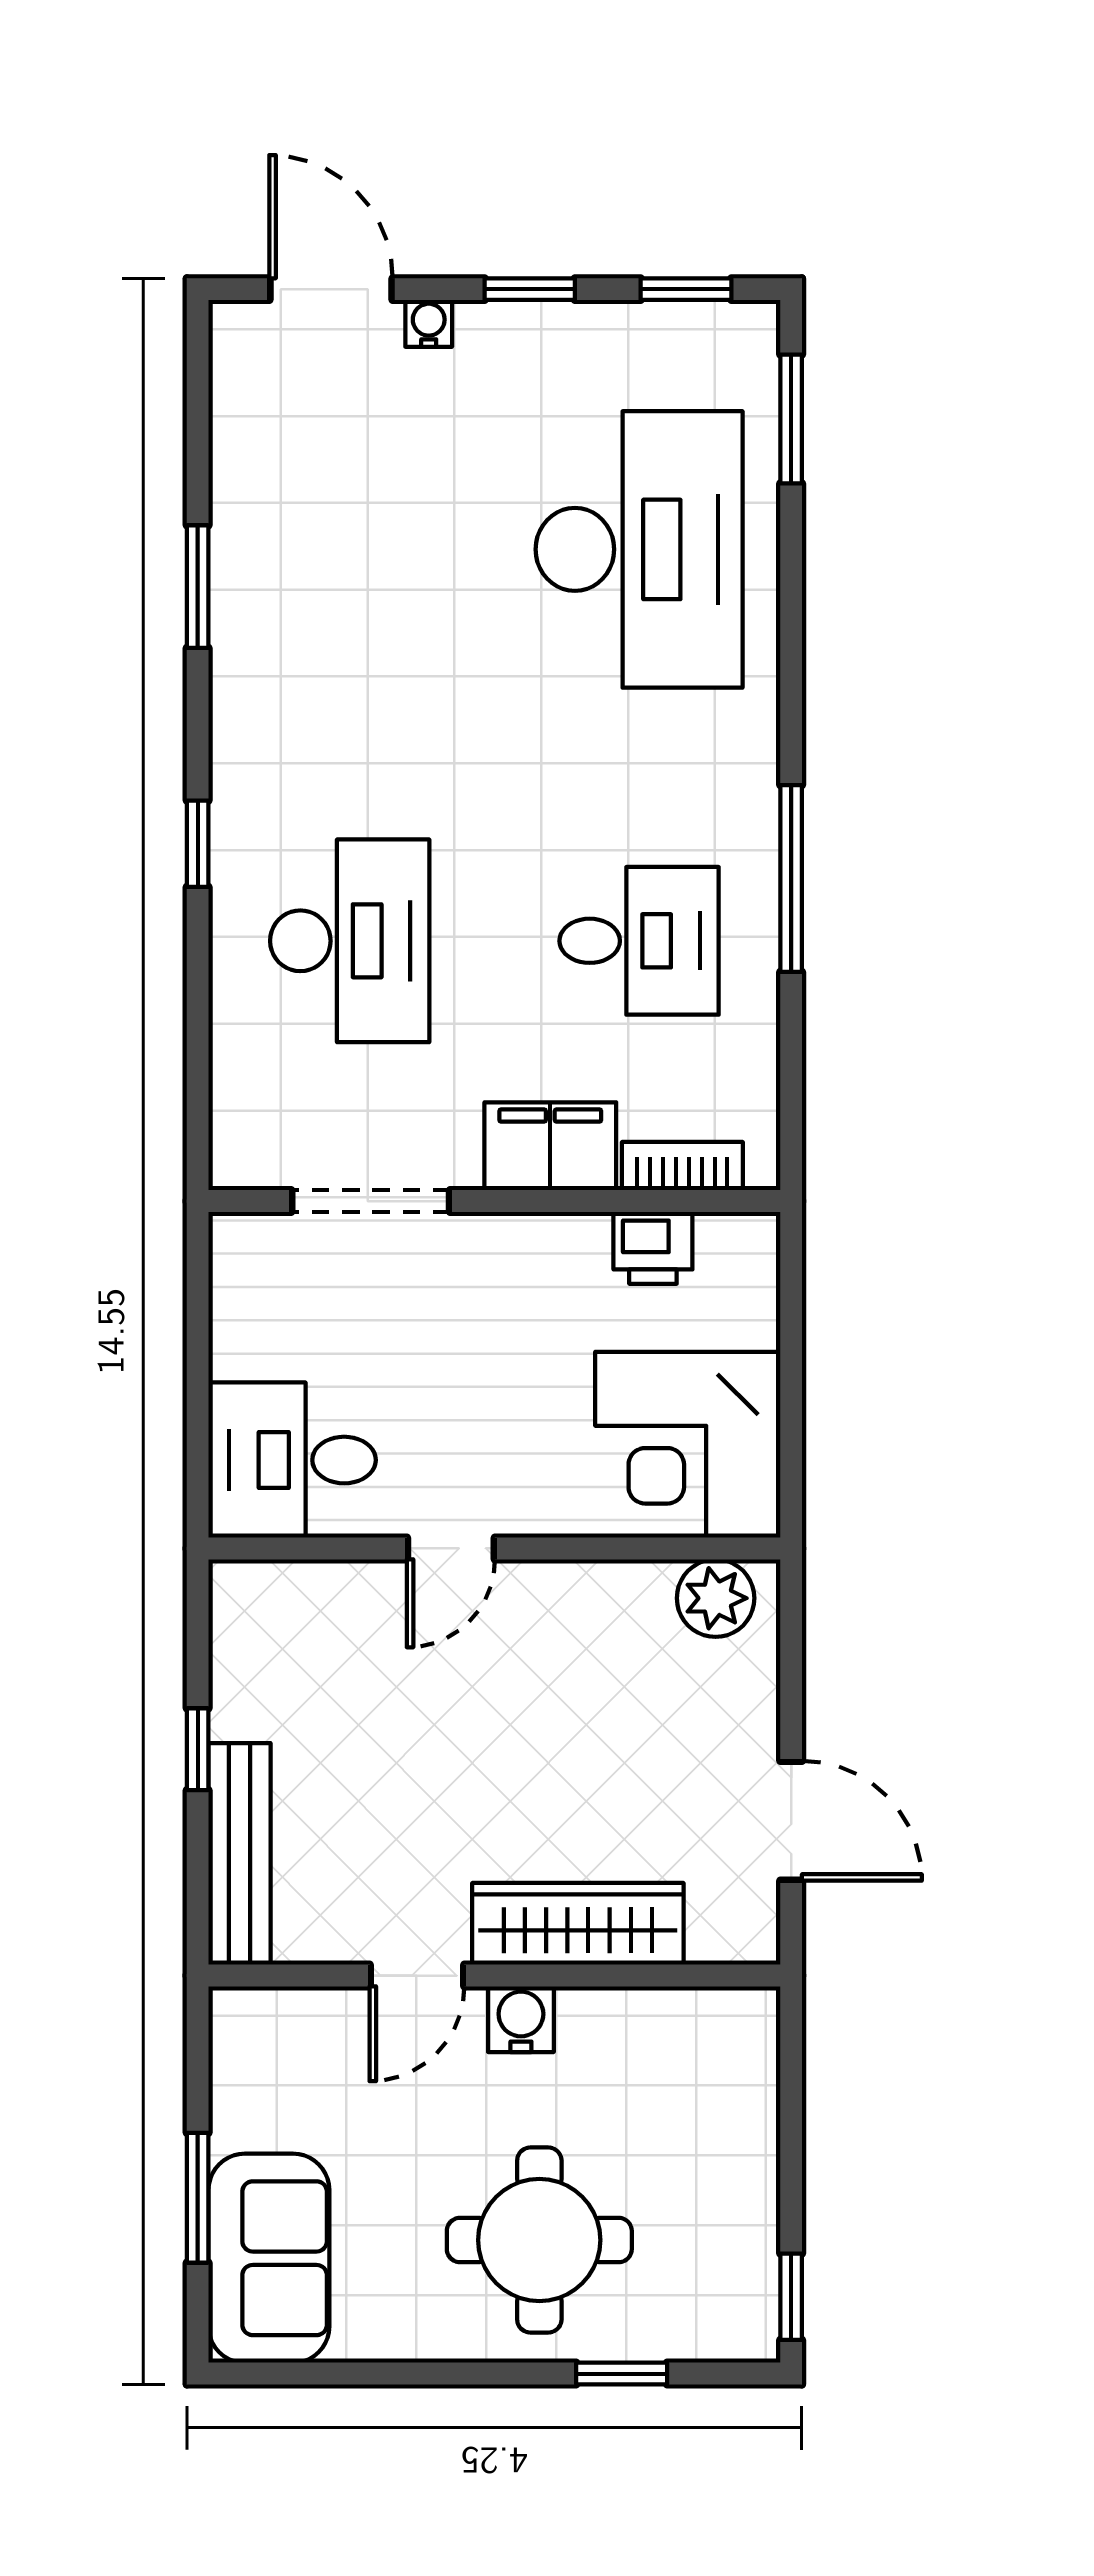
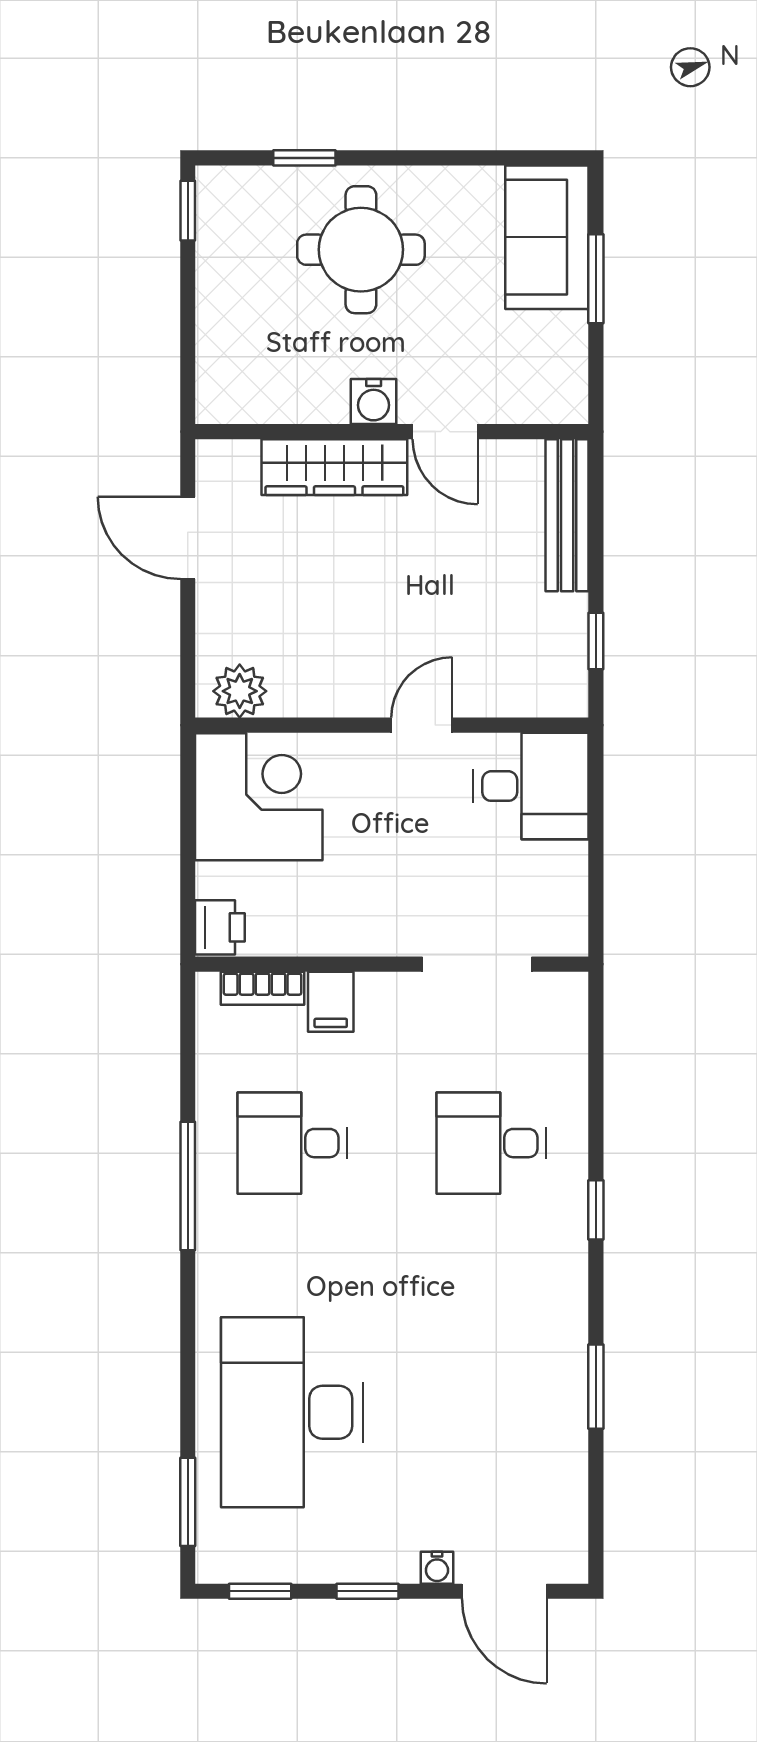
desk: (350, 941) -> (491, 1143), width x0.73
filing cabinet: (550, 1146) -> (331, 1002), width x0.50
printer: (653, 1248) -> (220, 927), moved, turned 90
window: (198, 1749) -> (596, 641), moved
door: (417, 1976) -> (445, 432), swing flipped

